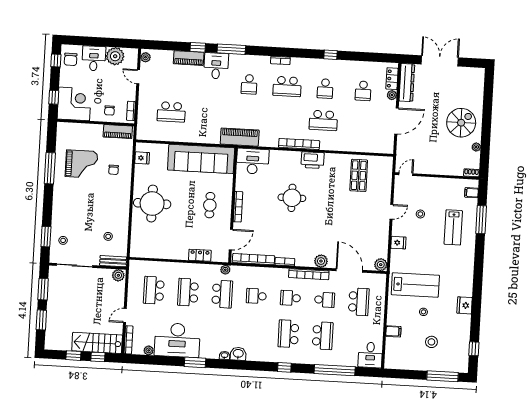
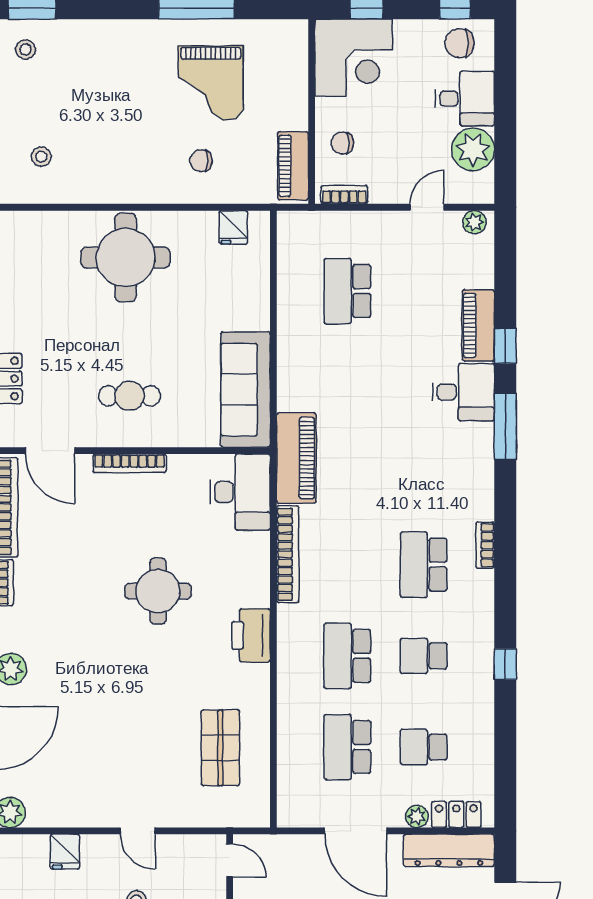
school desk: (249, 84) -> (347, 747), moved, width x1.85
bookcase: (299, 144) -> (288, 554), moved
sofa: (201, 159) -> (245, 390), width x0.74, depth x0.79
shop shelf: (359, 175) -> (220, 748), turned 90

